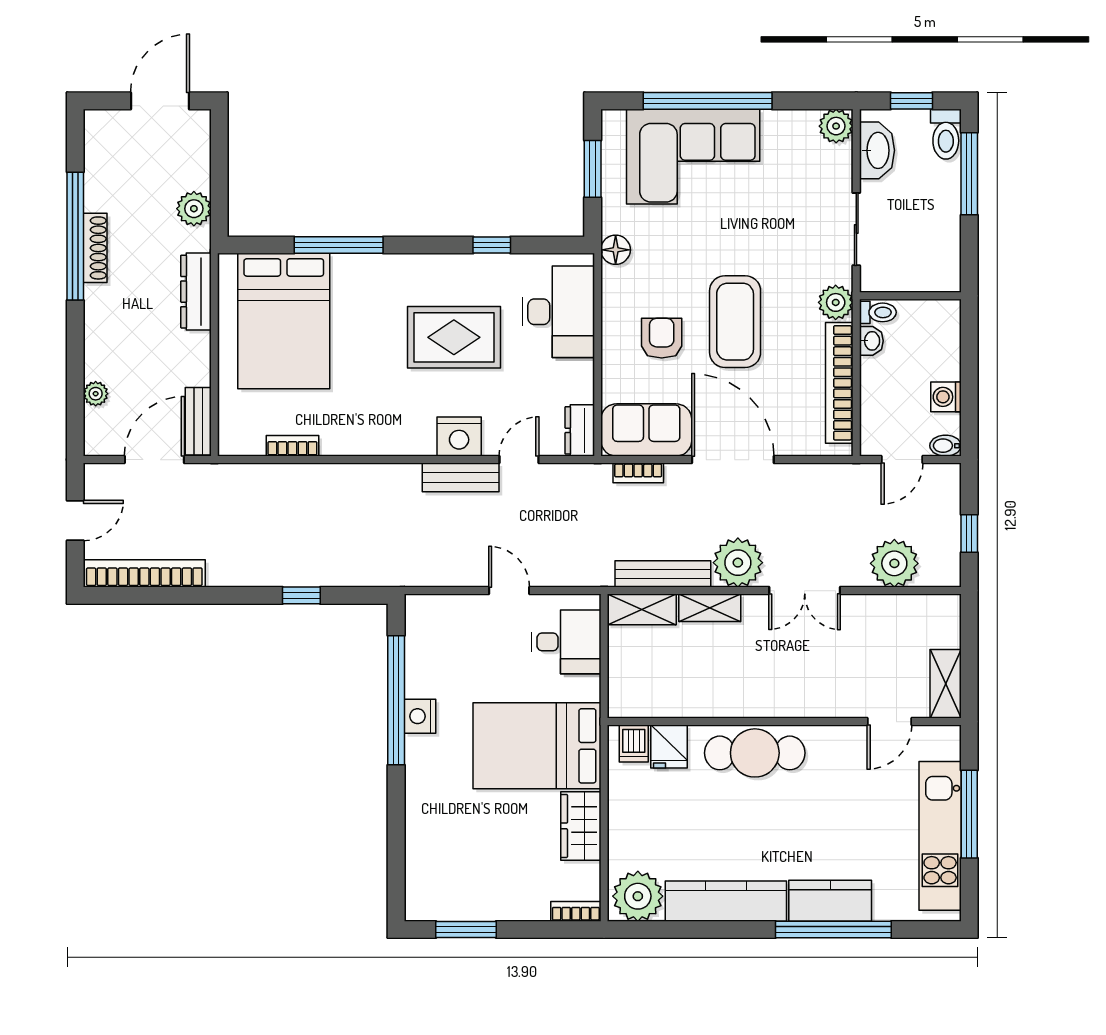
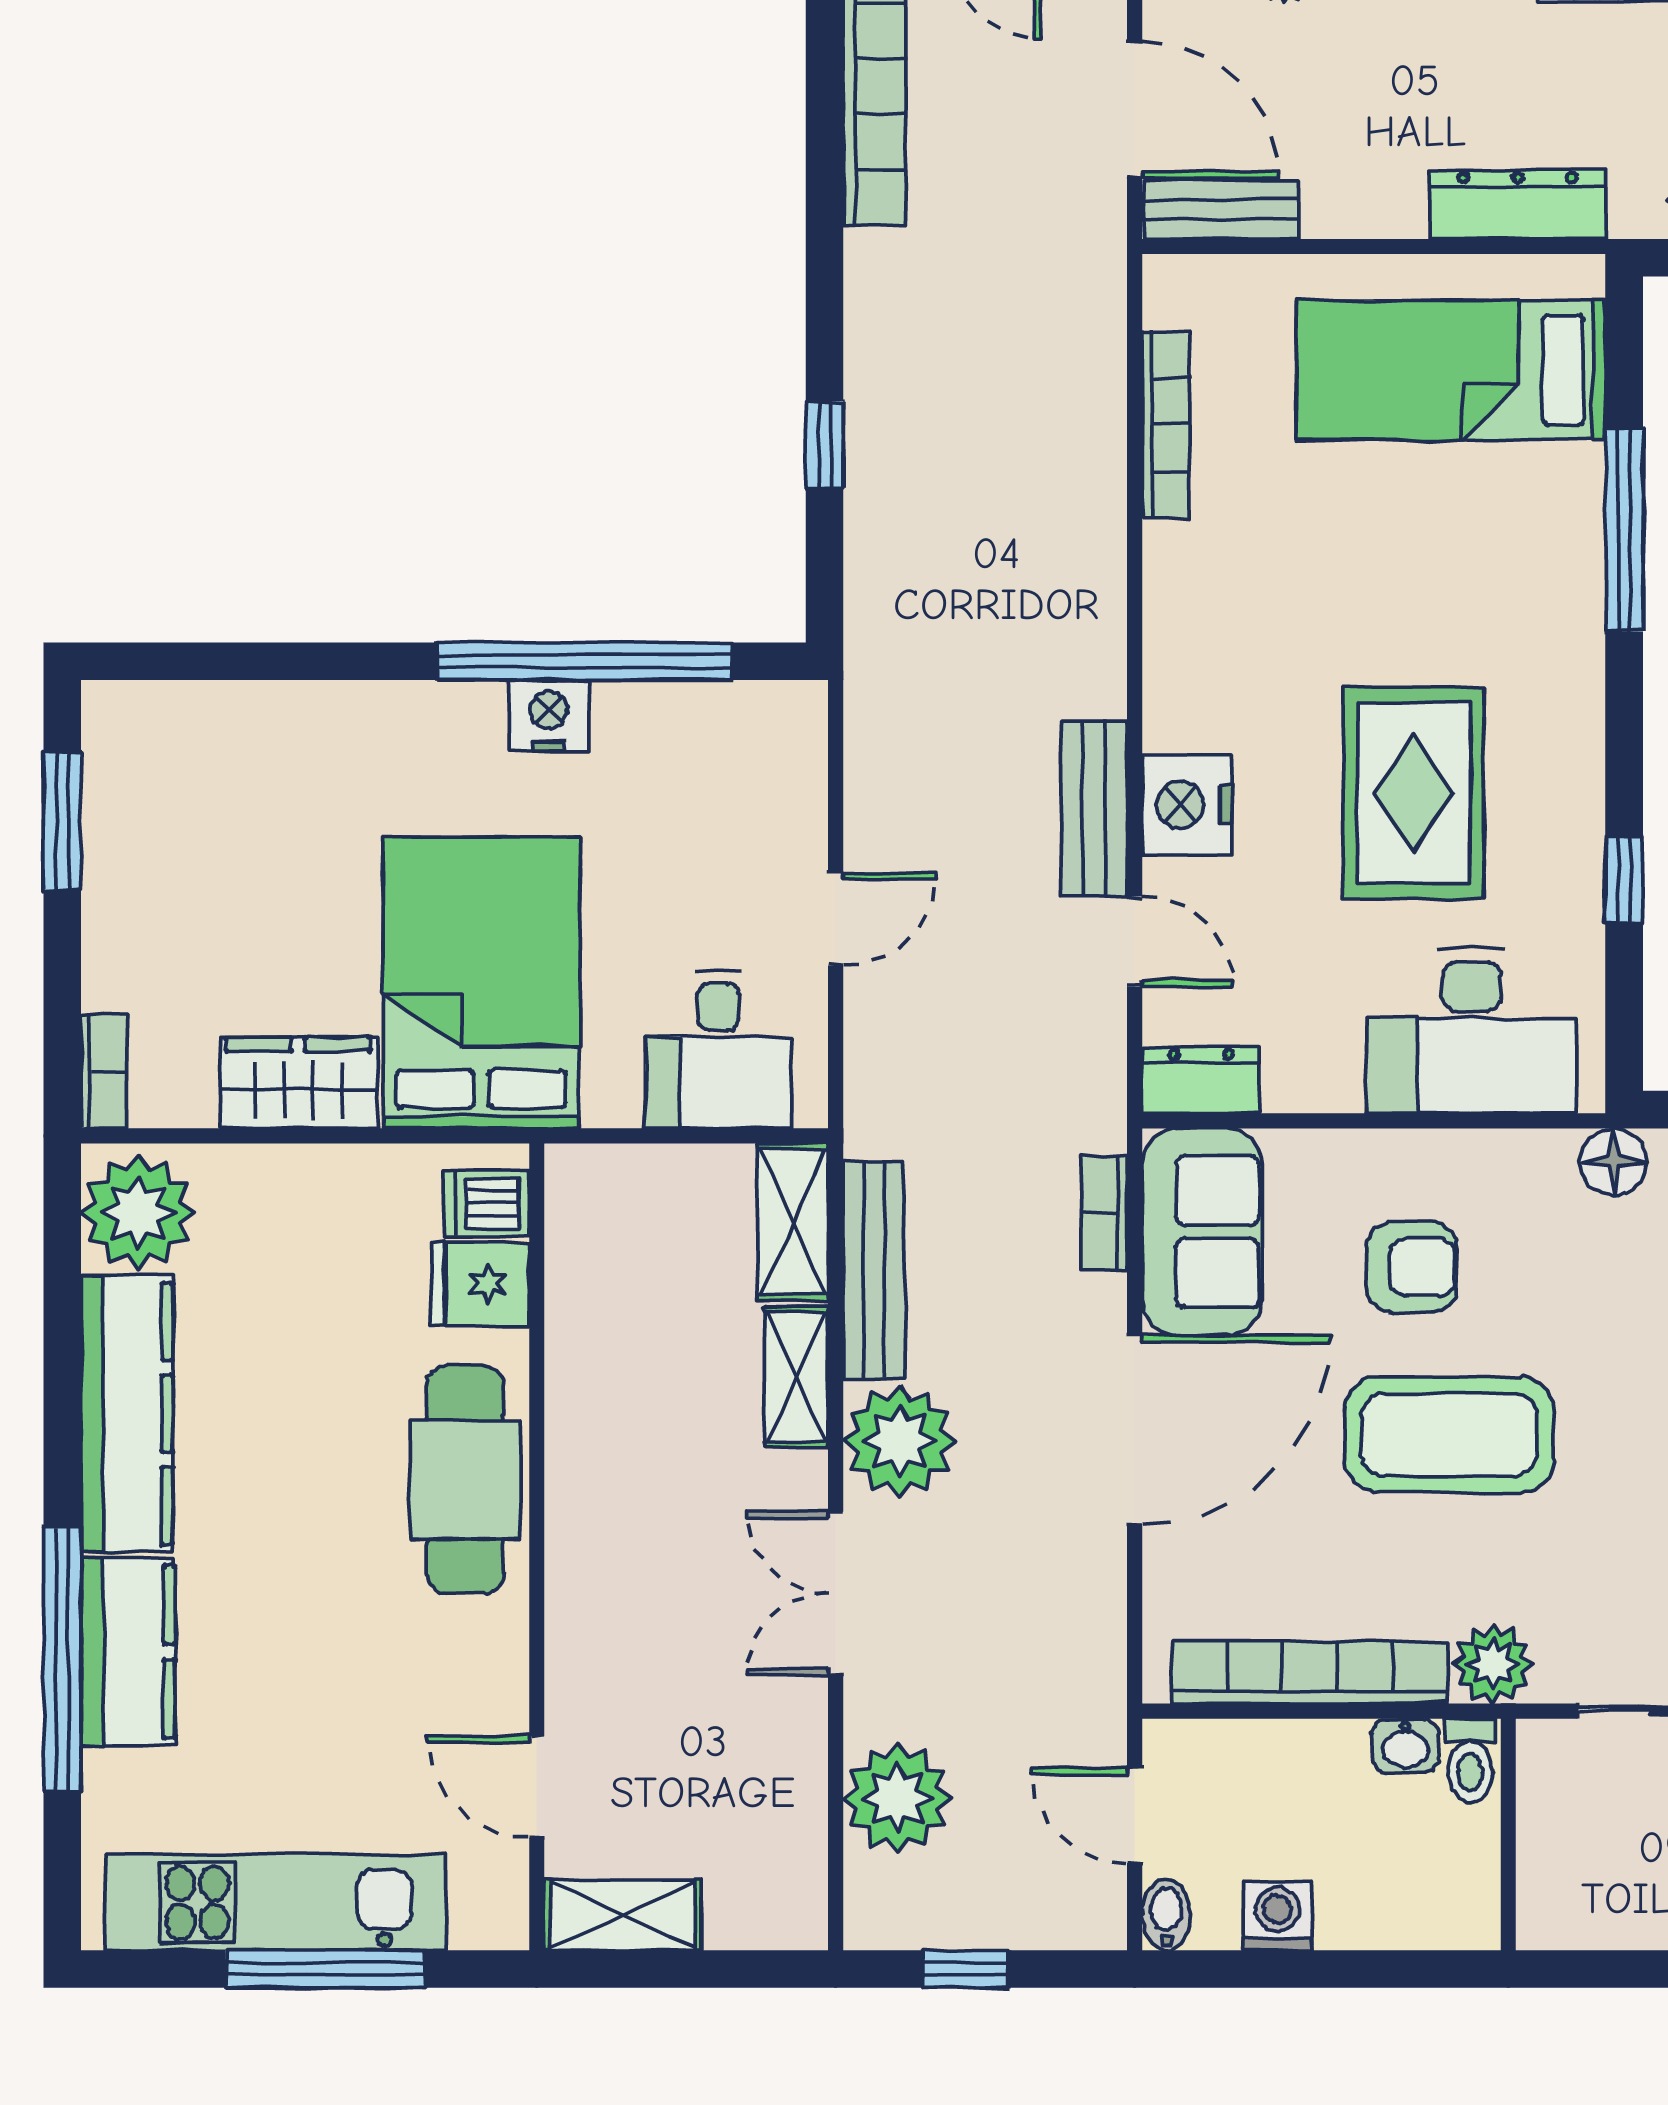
bed: (284, 321) -> (1451, 370), width x0.67
bookcase: (292, 446) -> (1166, 425), width x1.56

